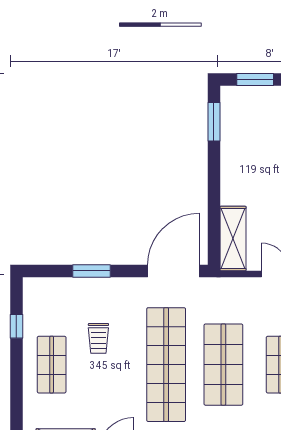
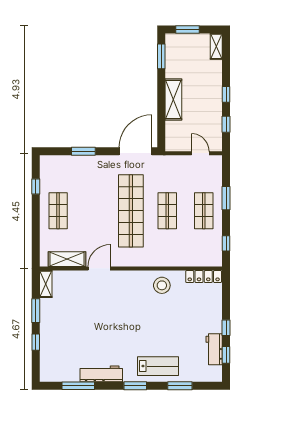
shelving: (233, 239) -> (173, 99), moved
trolley: (98, 338) -> (88, 194), removed
shop shelf: (223, 365) -> (167, 211), width x0.70, depth x0.74

